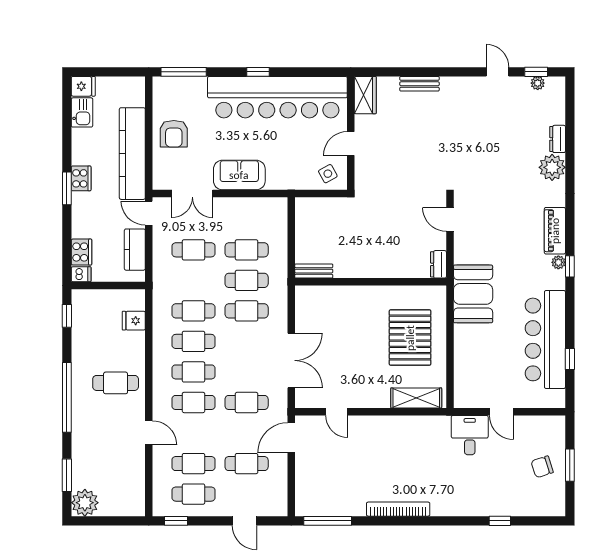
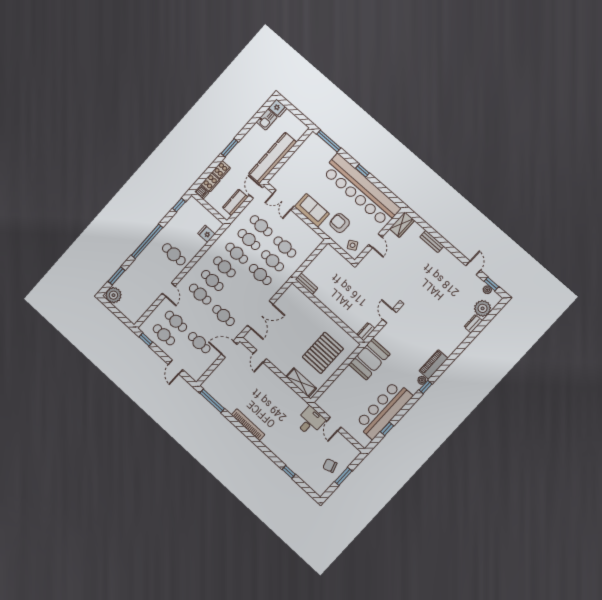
armchair: (174, 134) -> (340, 223), moved, turned 90
door: (351, 144) -> (375, 241), swing flipped
plant: (552, 167) -> (483, 308), moved
cooker: (81, 178) -> (221, 170), moved
cafe table: (194, 280) -> (249, 239), added

